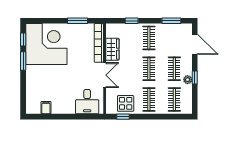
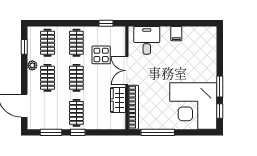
window: (77, 21) -> (158, 132), width x1.44
window: (132, 21) -> (78, 132), moved
window: (195, 78) -> (24, 47), moved
display table: (126, 103) -> (101, 55), moved
filing cabinet: (46, 108) -> (176, 34), moved

